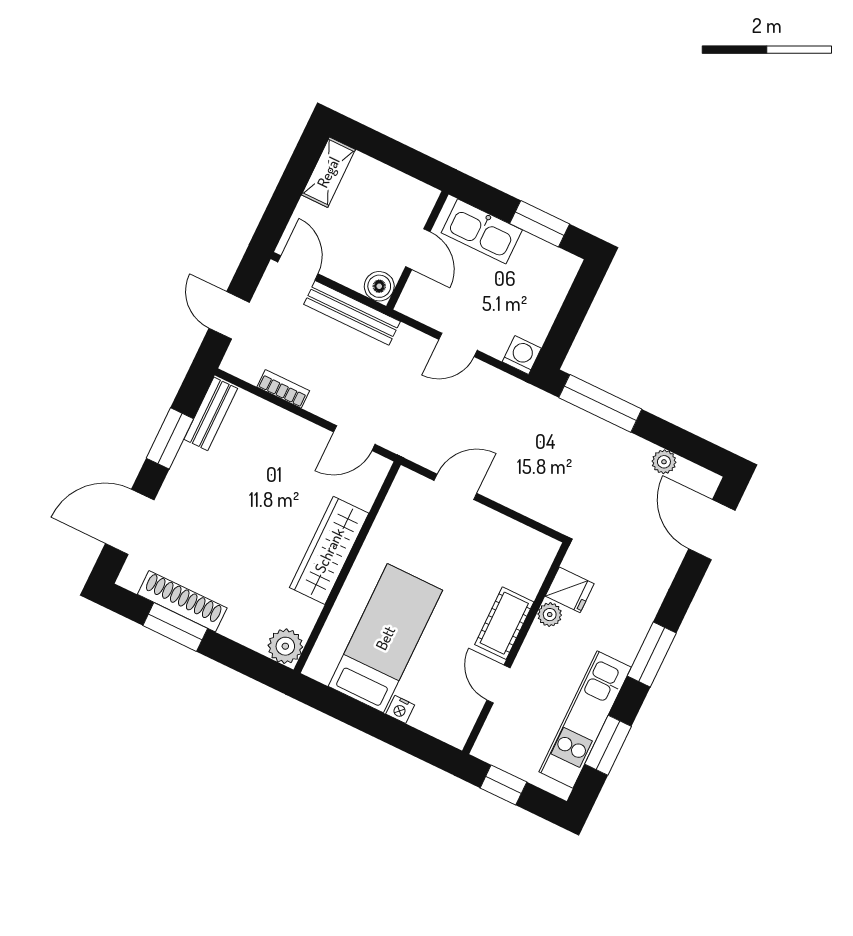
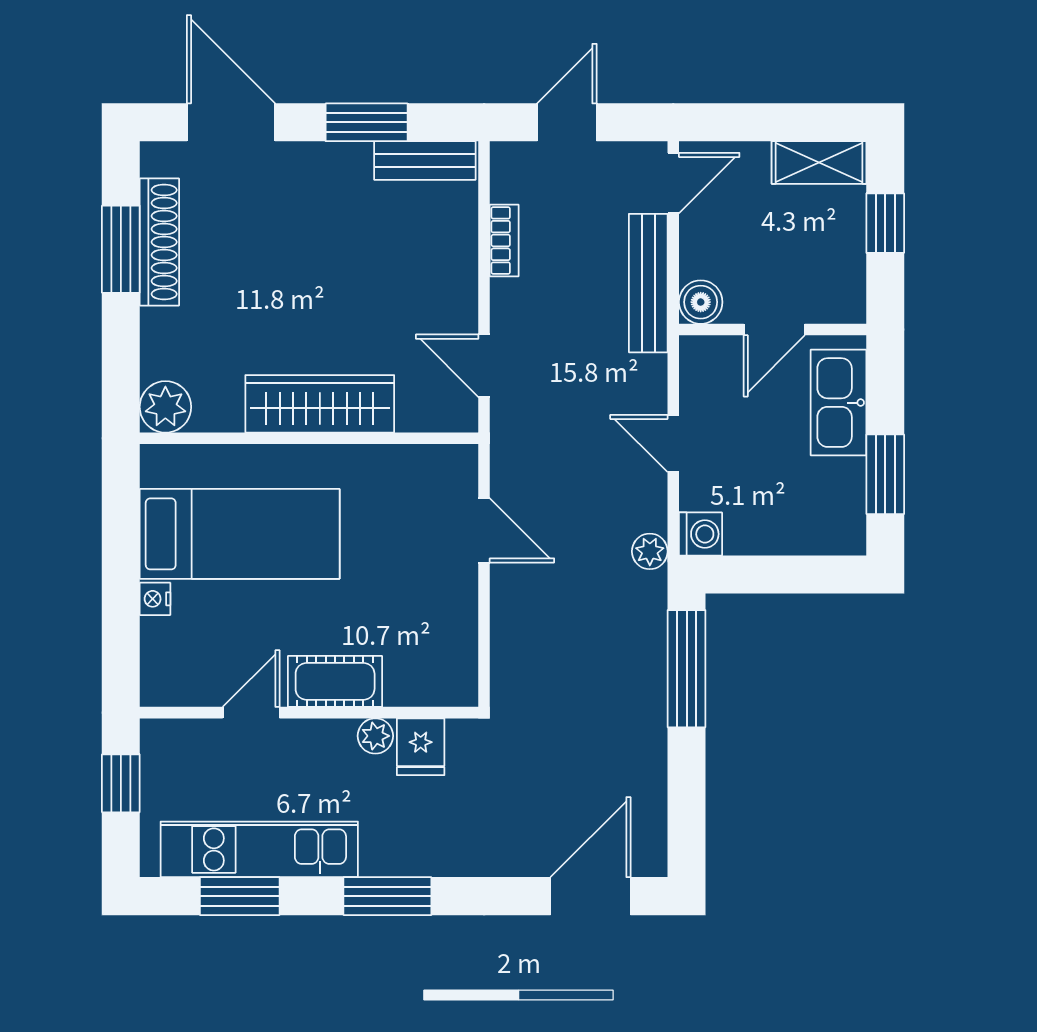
window: (385, 149) -> (885, 223), added
plant: (664, 462) -> (650, 551), moved

